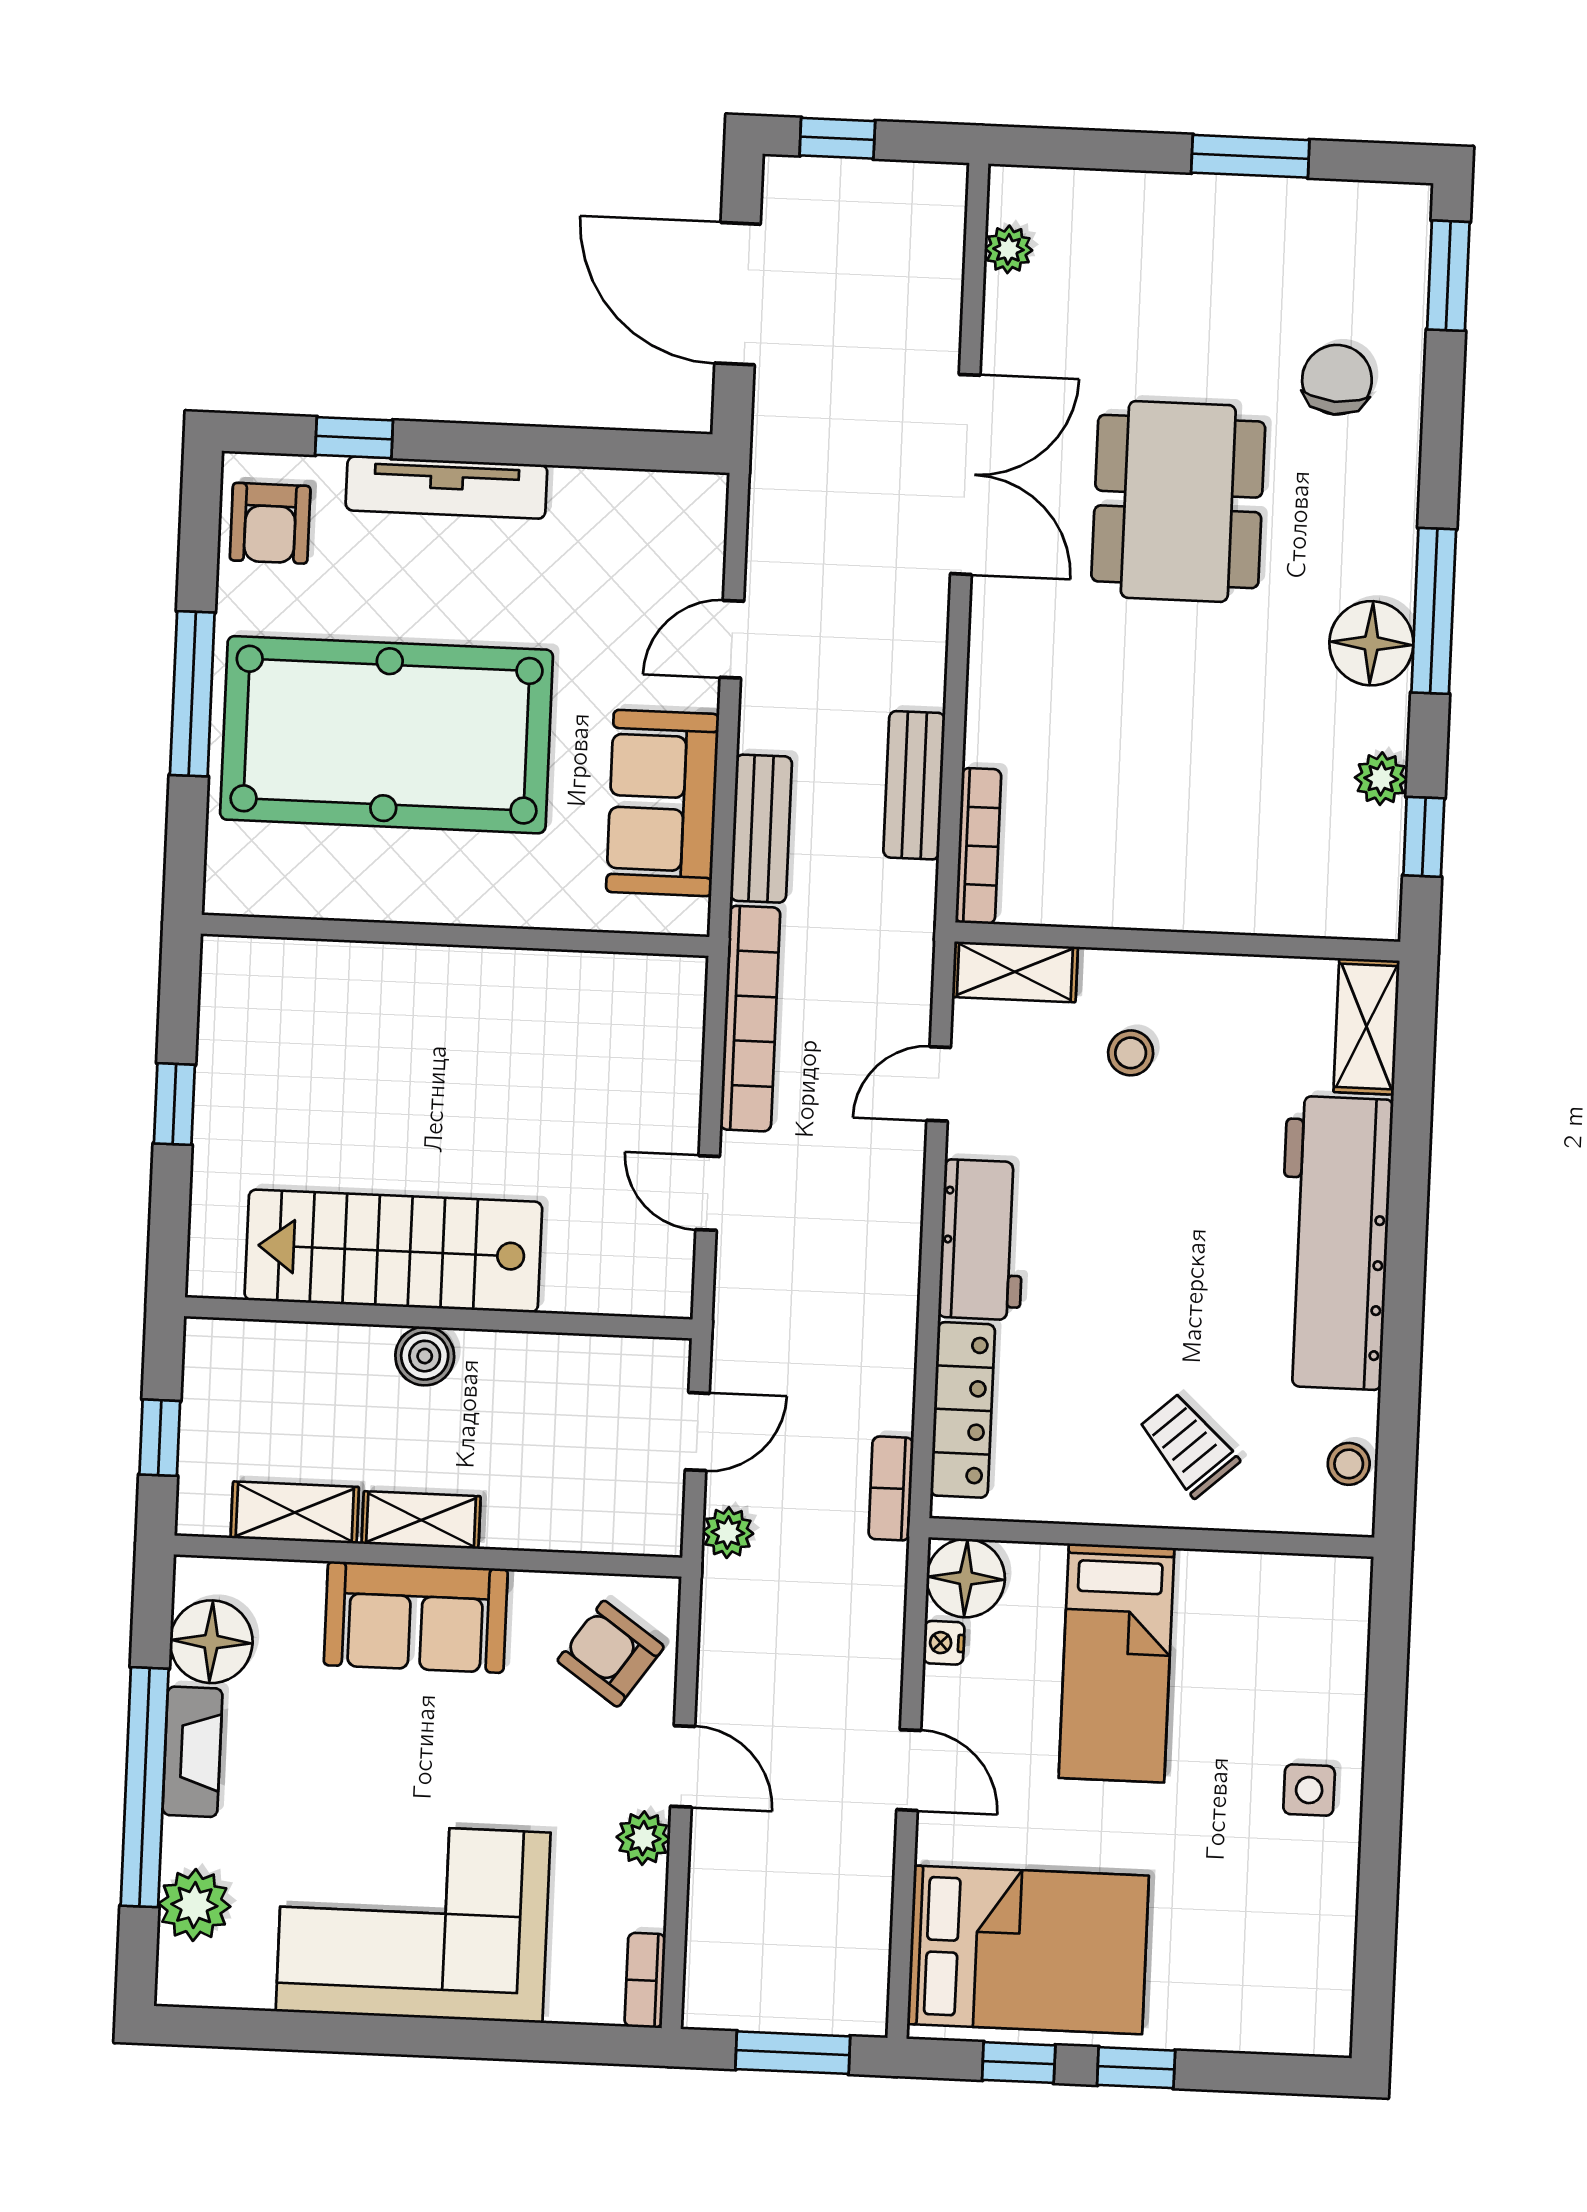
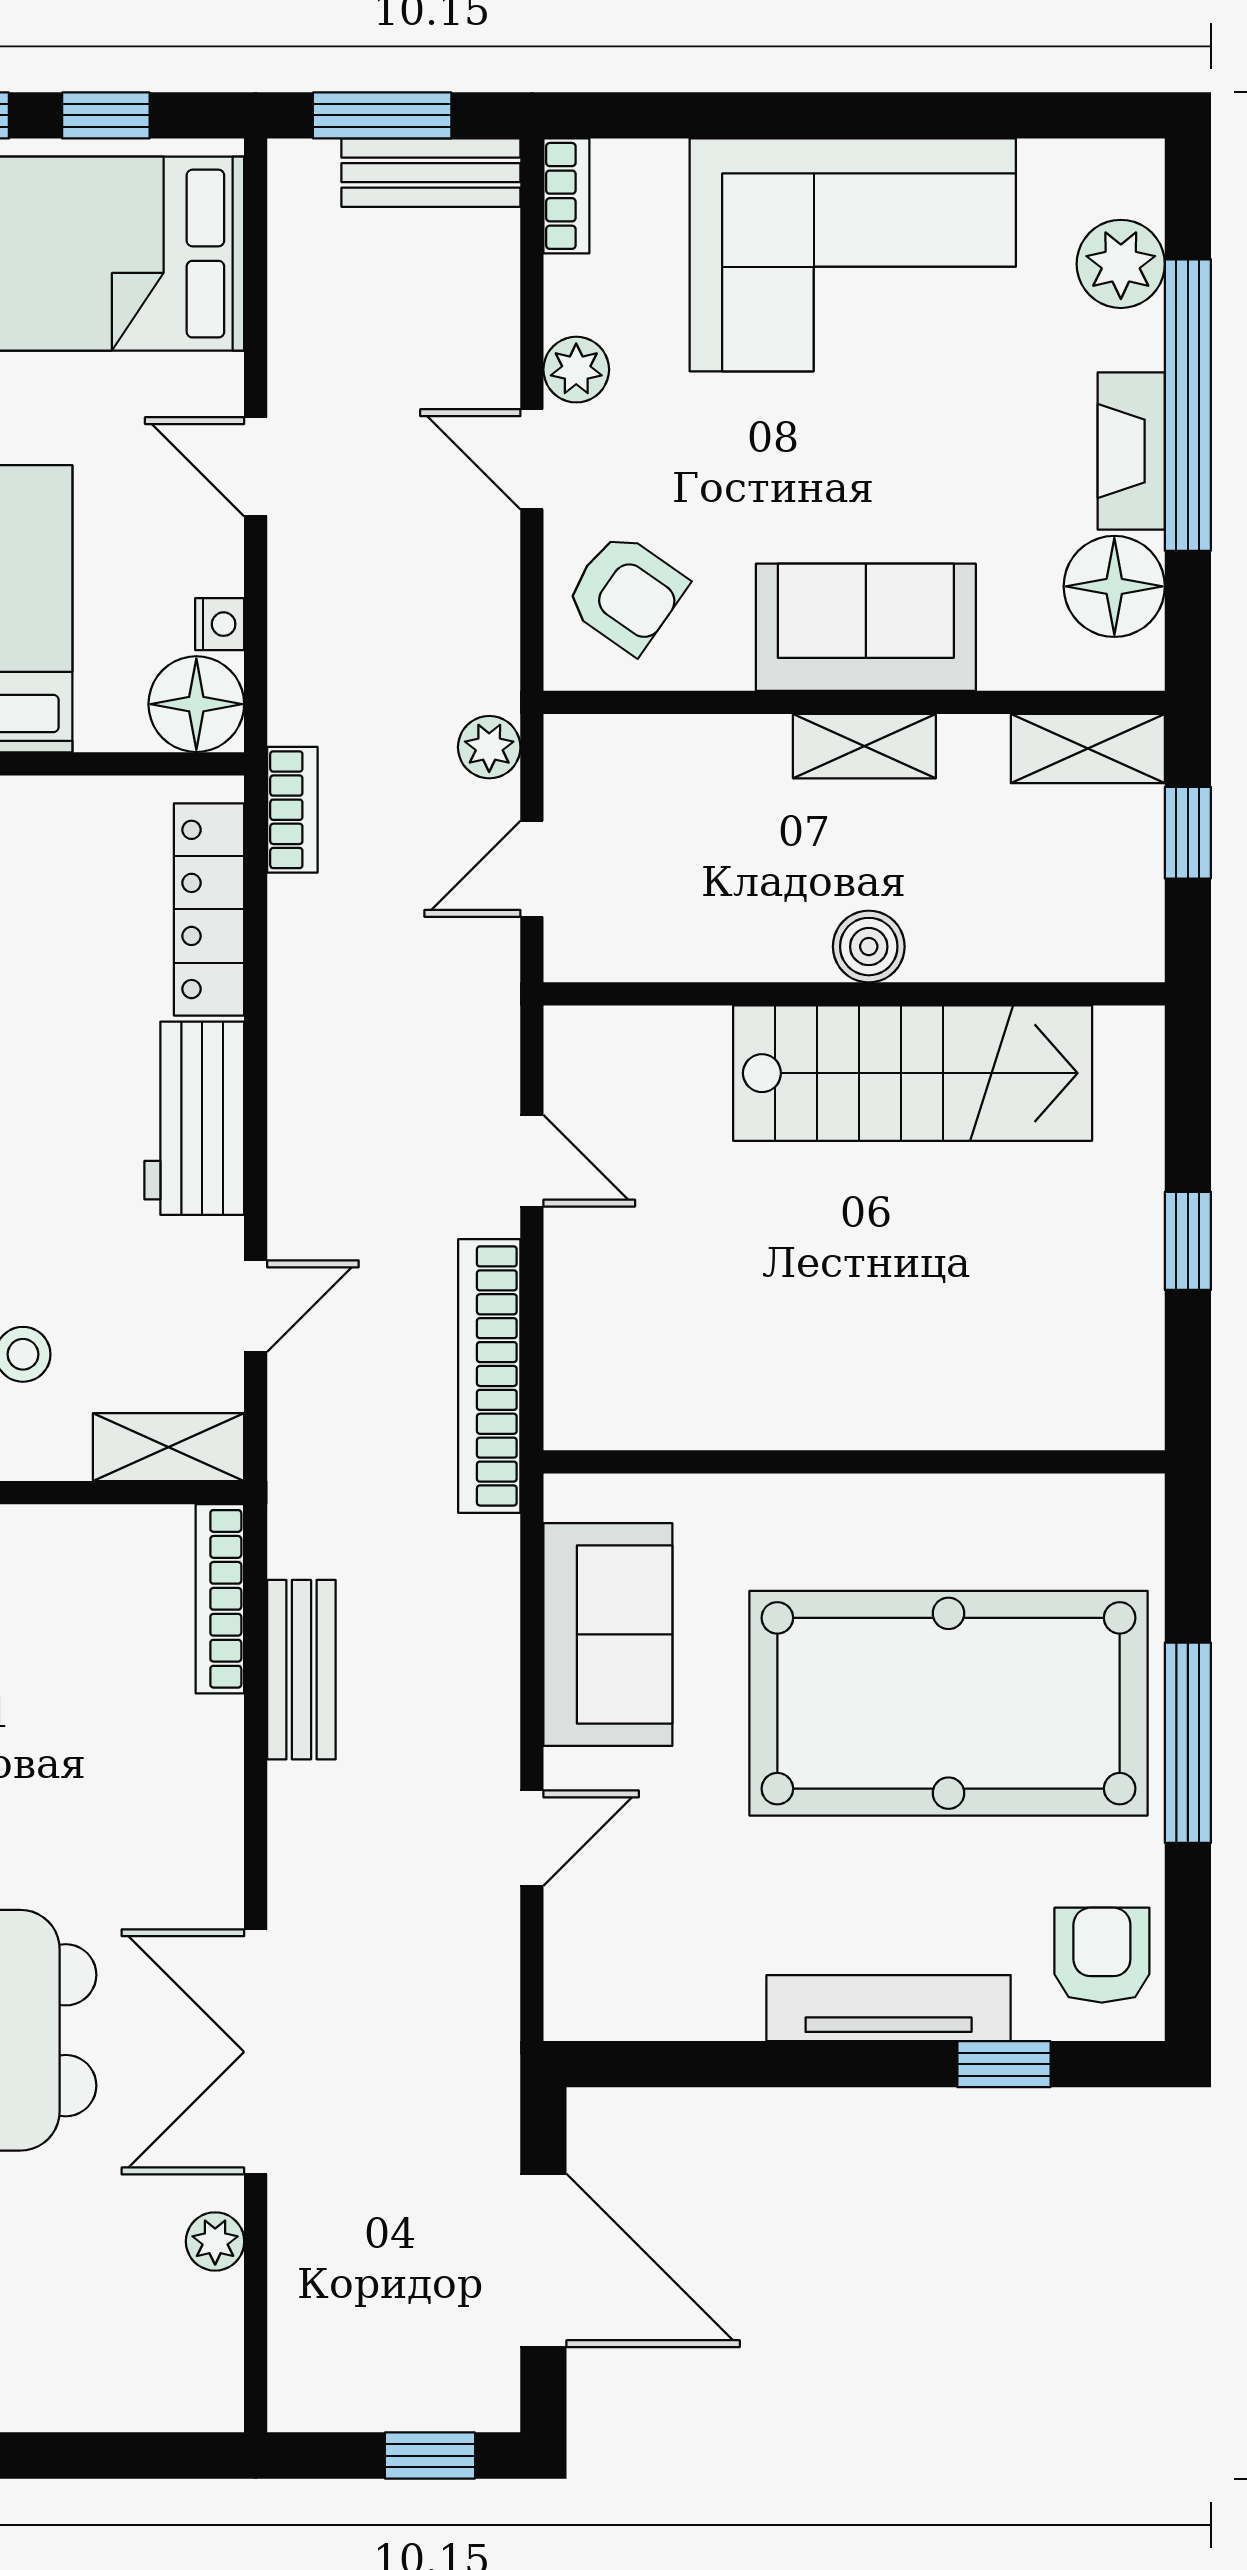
plant: (1008, 249) -> (215, 2241), moved
bench: (761, 829) -> (431, 173), moved, turned 90
shelving: (295, 1512) -> (1088, 749), moved

